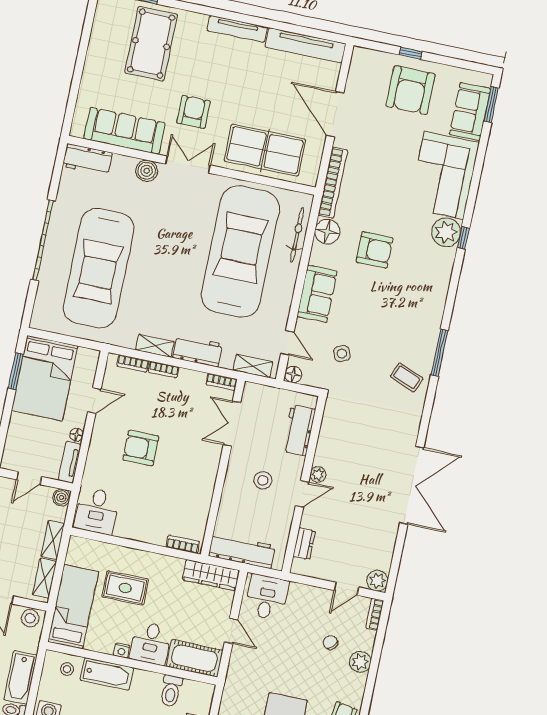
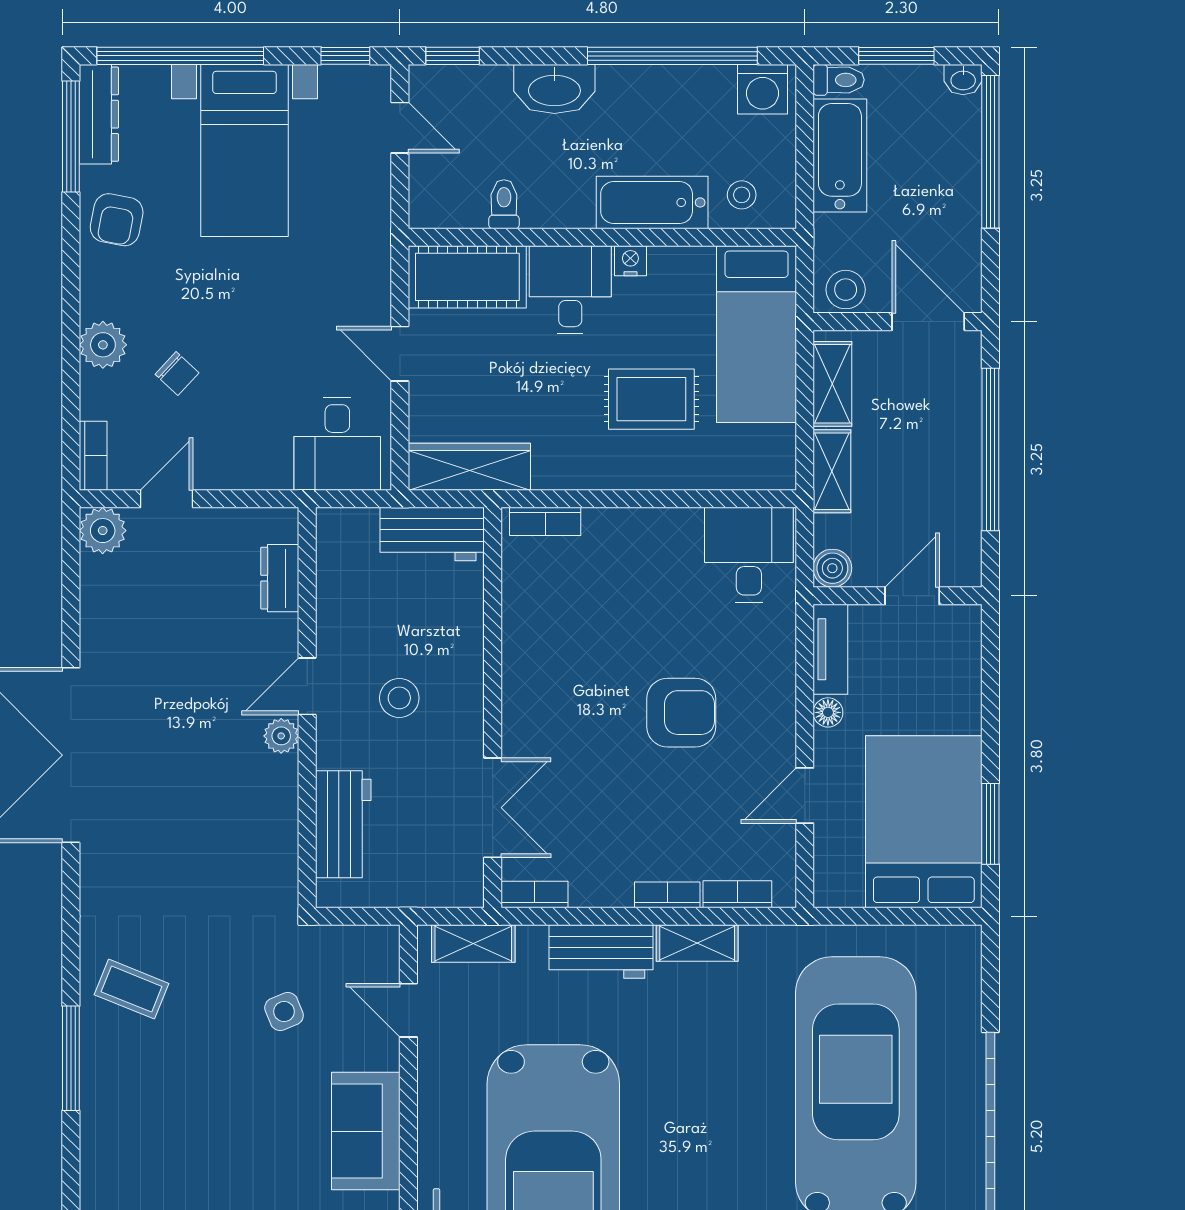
floor lamp: (293, 374) -> (381, 944), removed
workbench: (242, 551) -> (432, 534), width x0.73
toilet: (171, 691) -> (504, 204), width x0.73, depth x0.72

